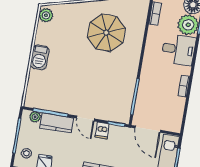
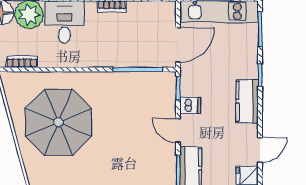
parasol: (106, 33) -> (58, 122), width x1.36, depth x1.36
door: (86, 119) -> (178, 130), swing flipped

